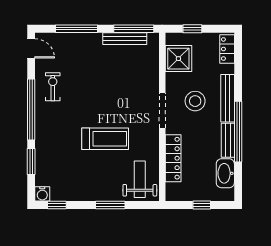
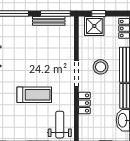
shower: (178, 59) -> (94, 26), moved
locker: (173, 158) -> (84, 103), width x0.66

